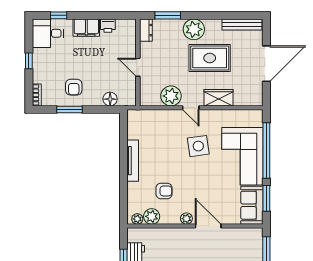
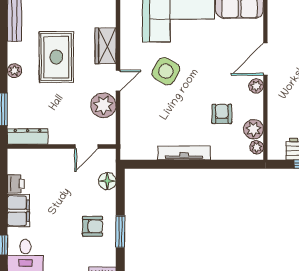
plant: (194, 29) -> (14, 71), width x0.53, depth x0.53
dresser: (146, 30) -> (28, 137), width x1.44
door: (138, 67) -> (86, 146), moved
side table: (198, 146) -> (166, 71), turned 38

